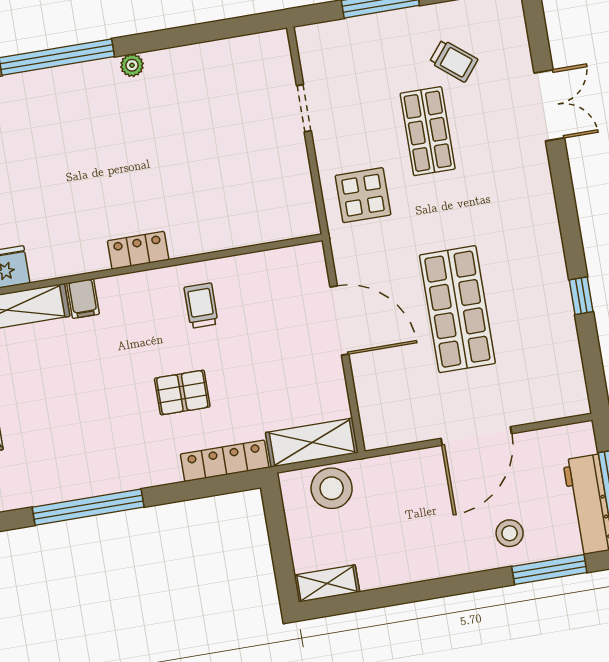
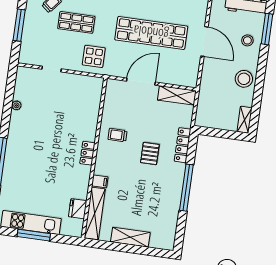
plant: (132, 65) -> (16, 105), moved
shop shelf: (457, 309) -> (151, 33), width x1.40
shelving: (312, 443) -> (177, 95), moved, turned 90
stool: (332, 488) -> (244, 79), moved
window: (88, 507) -> (186, 188), moved

